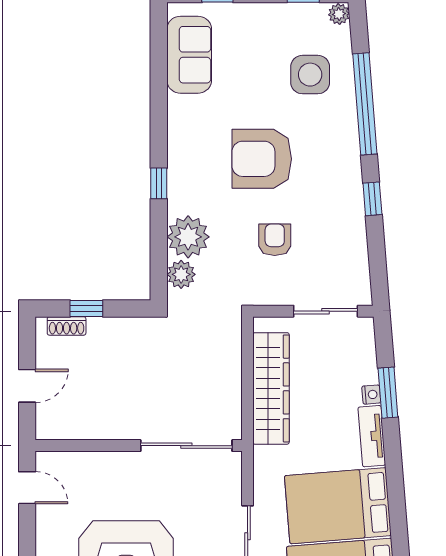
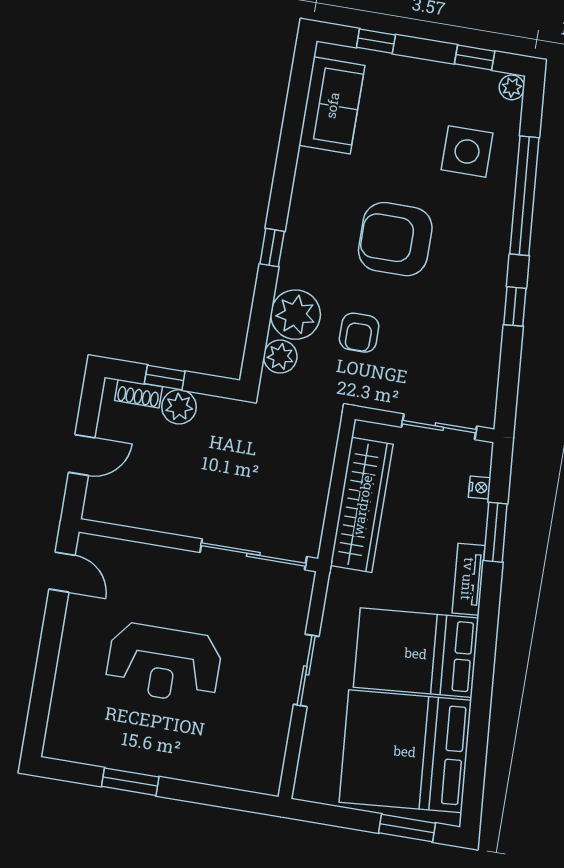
armchair: (275, 240) -> (359, 333), moved, turned 180
plant: (103, 331) -> (179, 407), added
nightstand: (371, 395) -> (480, 487), moved

